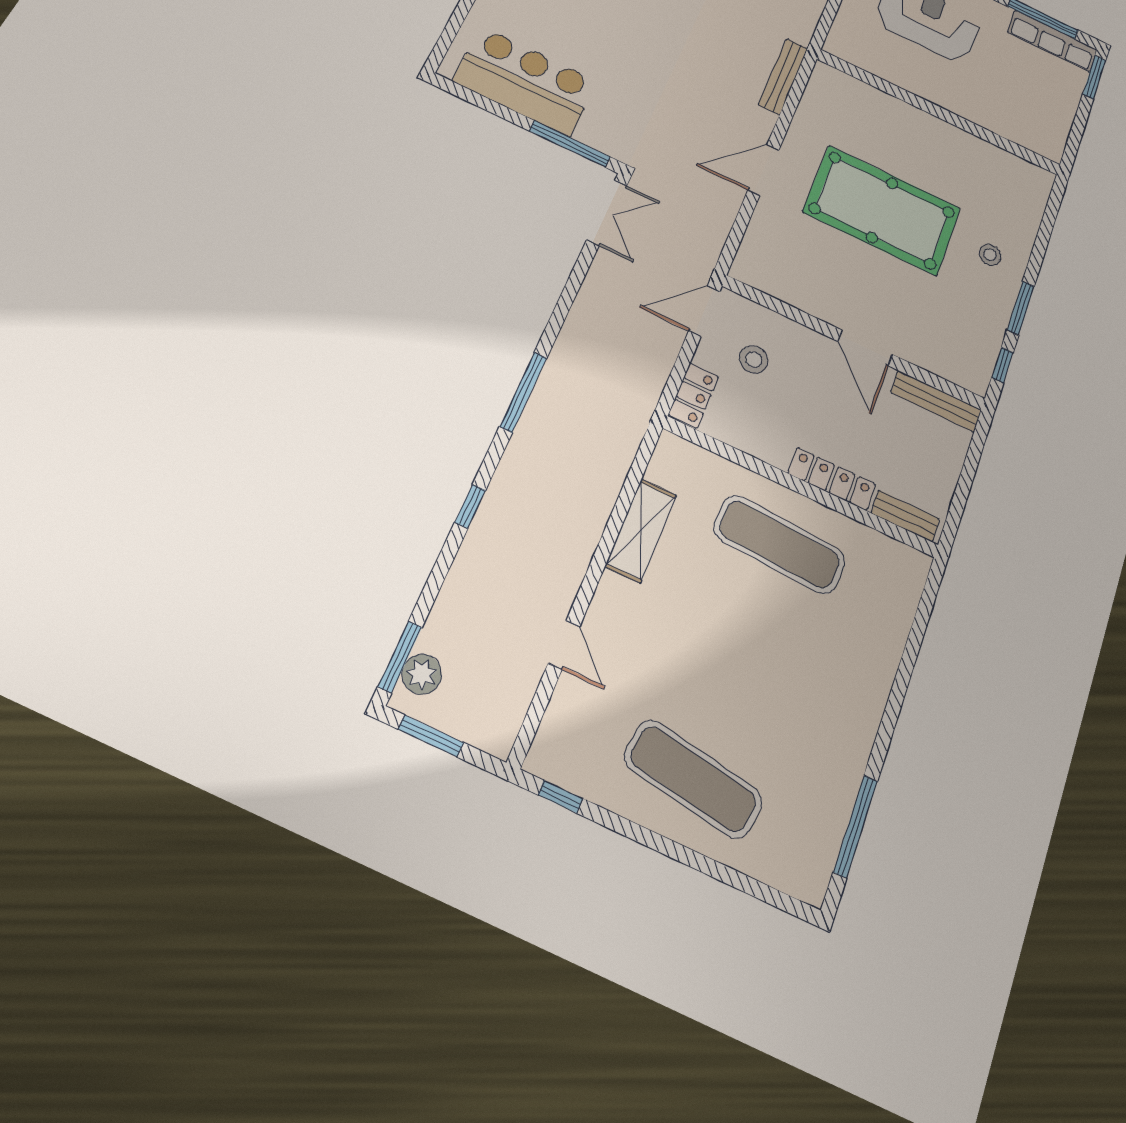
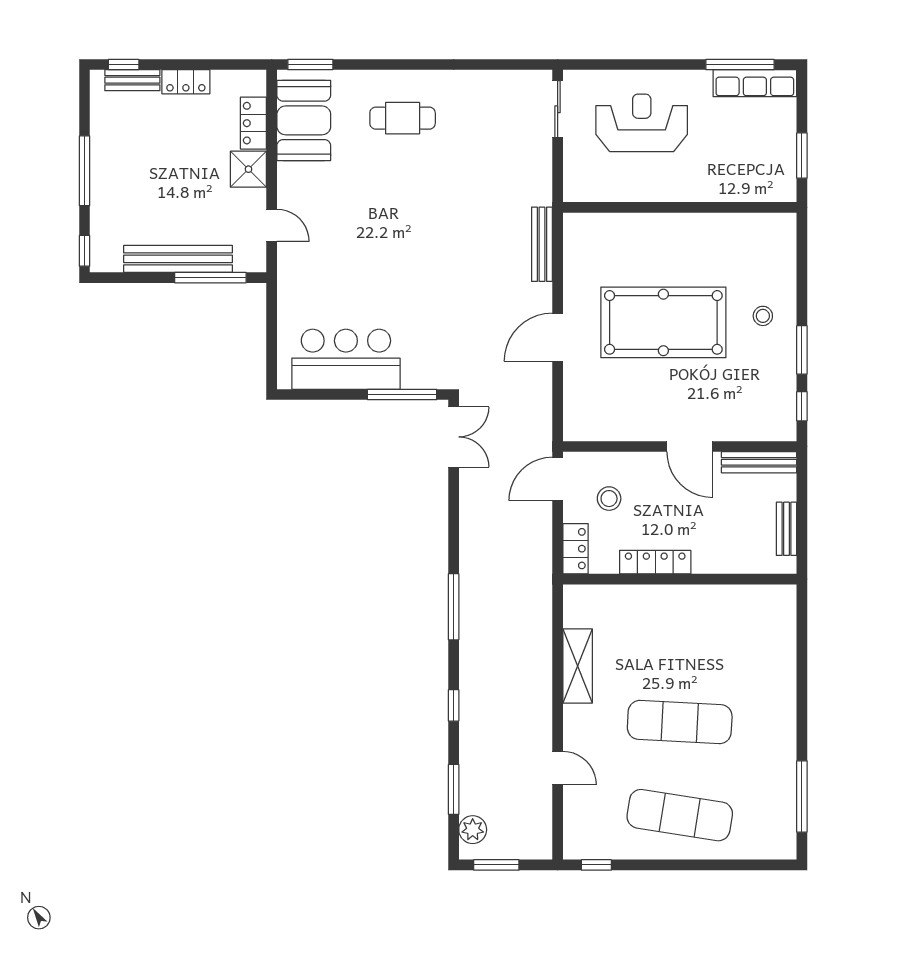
window: (1094, 77) -> (802, 156), moved
locker: (832, 479) -> (655, 562), moved
bench: (905, 516) -> (786, 529), moved, turned 90
exercise mat: (780, 544) -> (680, 722), moved
window: (400, 657) -> (454, 789), moved

